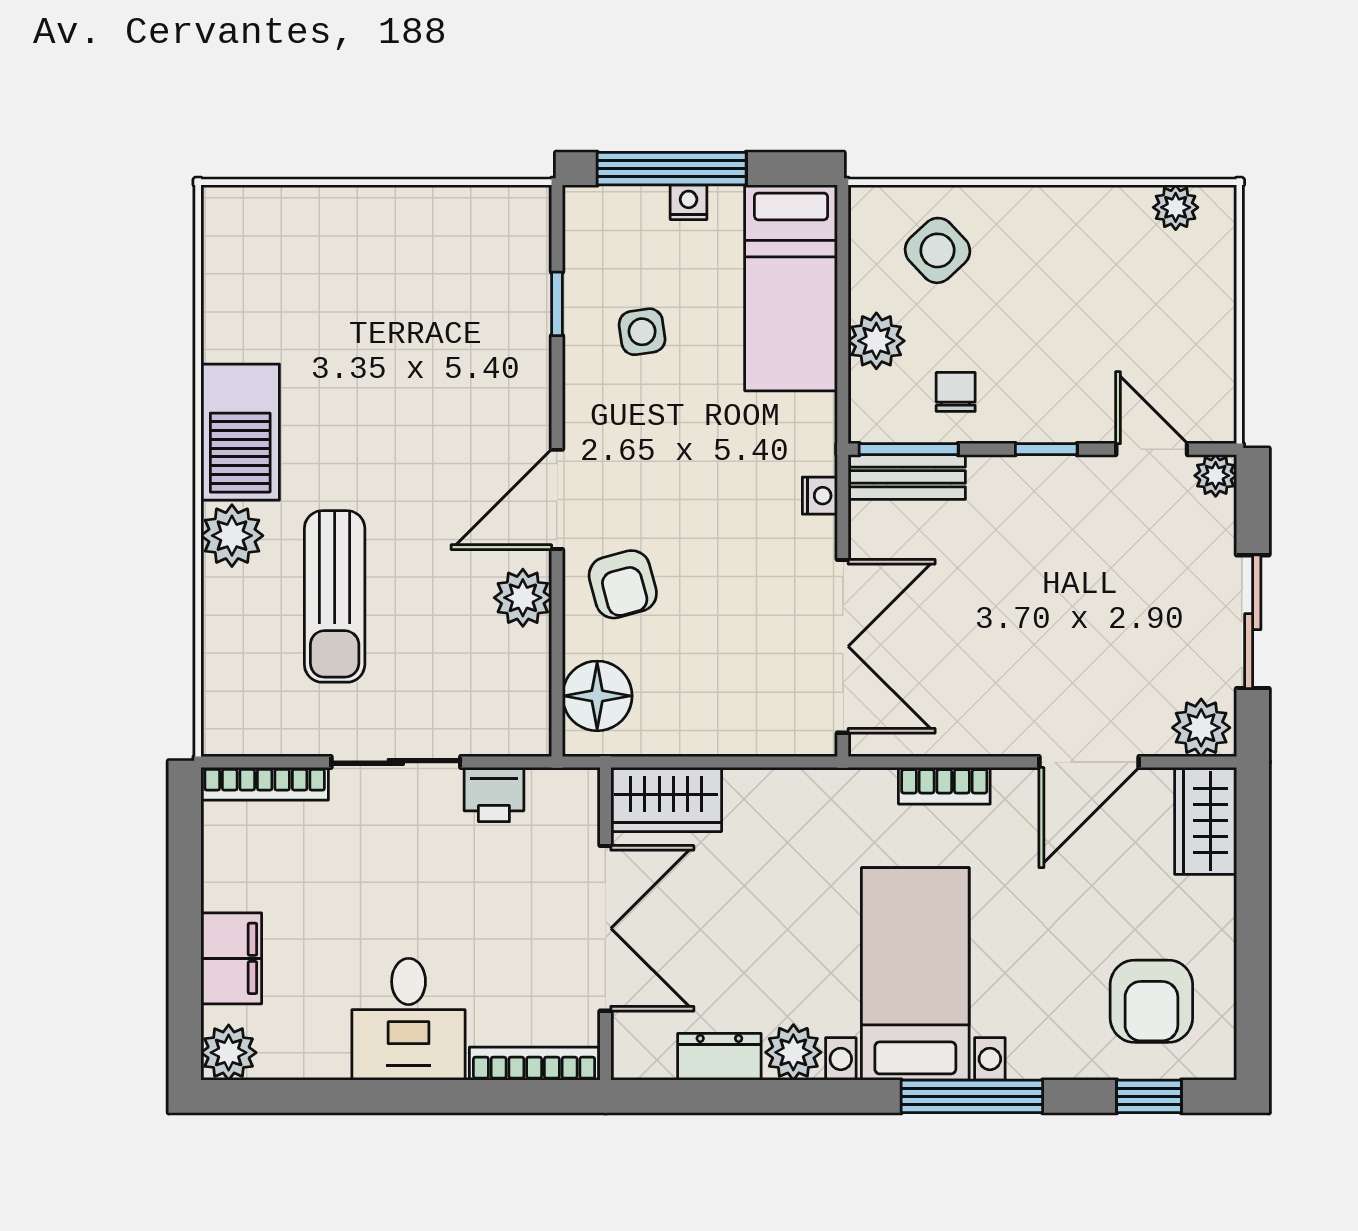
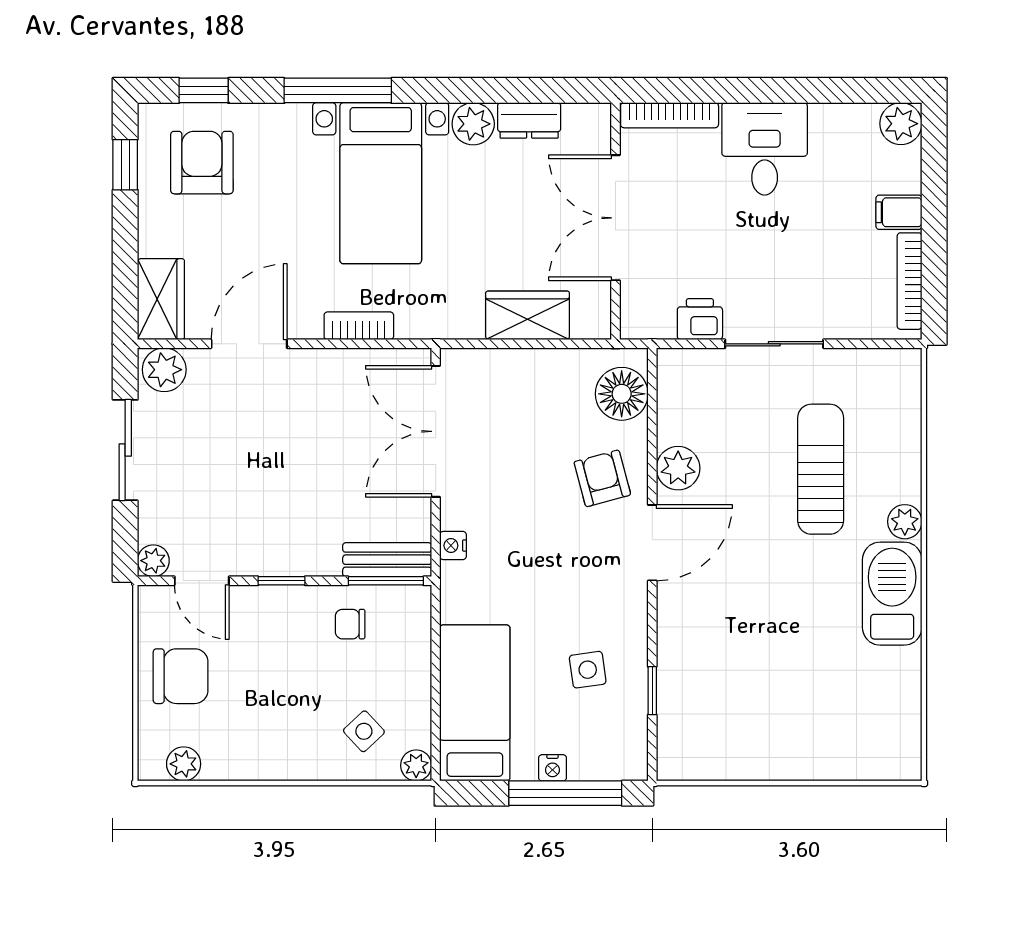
side table: (938, 250) -> (364, 731), width x0.73, depth x0.73
chair: (1180, 323) -> (181, 676), added
plant: (876, 341) -> (416, 765), moved, width x0.73, depth x0.73
chair: (956, 392) -> (350, 624), turned 90
plant: (232, 536) -> (905, 522), width x0.73, depth x0.73
bookcase: (265, 784) -> (910, 281), moved, turned -90
wardrobe: (666, 799) -> (528, 315), moved
filing cabinet: (231, 958) -> (899, 212), width x0.50
window: (1253, 998) -> (125, 165), added

